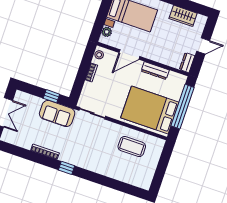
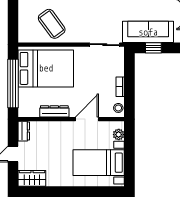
wardrobe: (183, 16) -> (32, 178), moved
sofa: (57, 113) -> (148, 32), width x1.36
coffee table: (132, 147) -> (52, 24), turned 54

